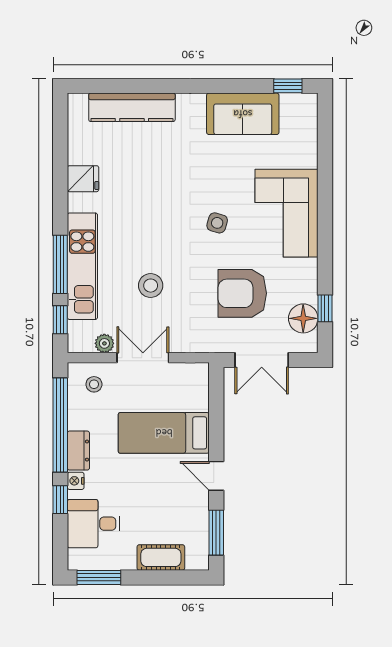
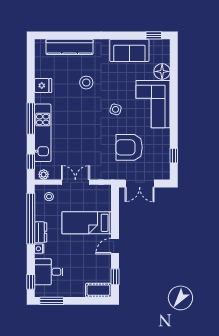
window: (60, 264) -> (31, 118), moved
stool: (151, 286) -> (86, 83), moved
floor lamp: (303, 318) -> (162, 71), moved
plant: (104, 343) -> (44, 174), moved
door: (216, 476) -> (115, 246), hinge flipped
window: (60, 500) -> (31, 282), moved
window: (216, 533) -> (115, 277), width x0.67
cot: (161, 557) -> (98, 290), moved

